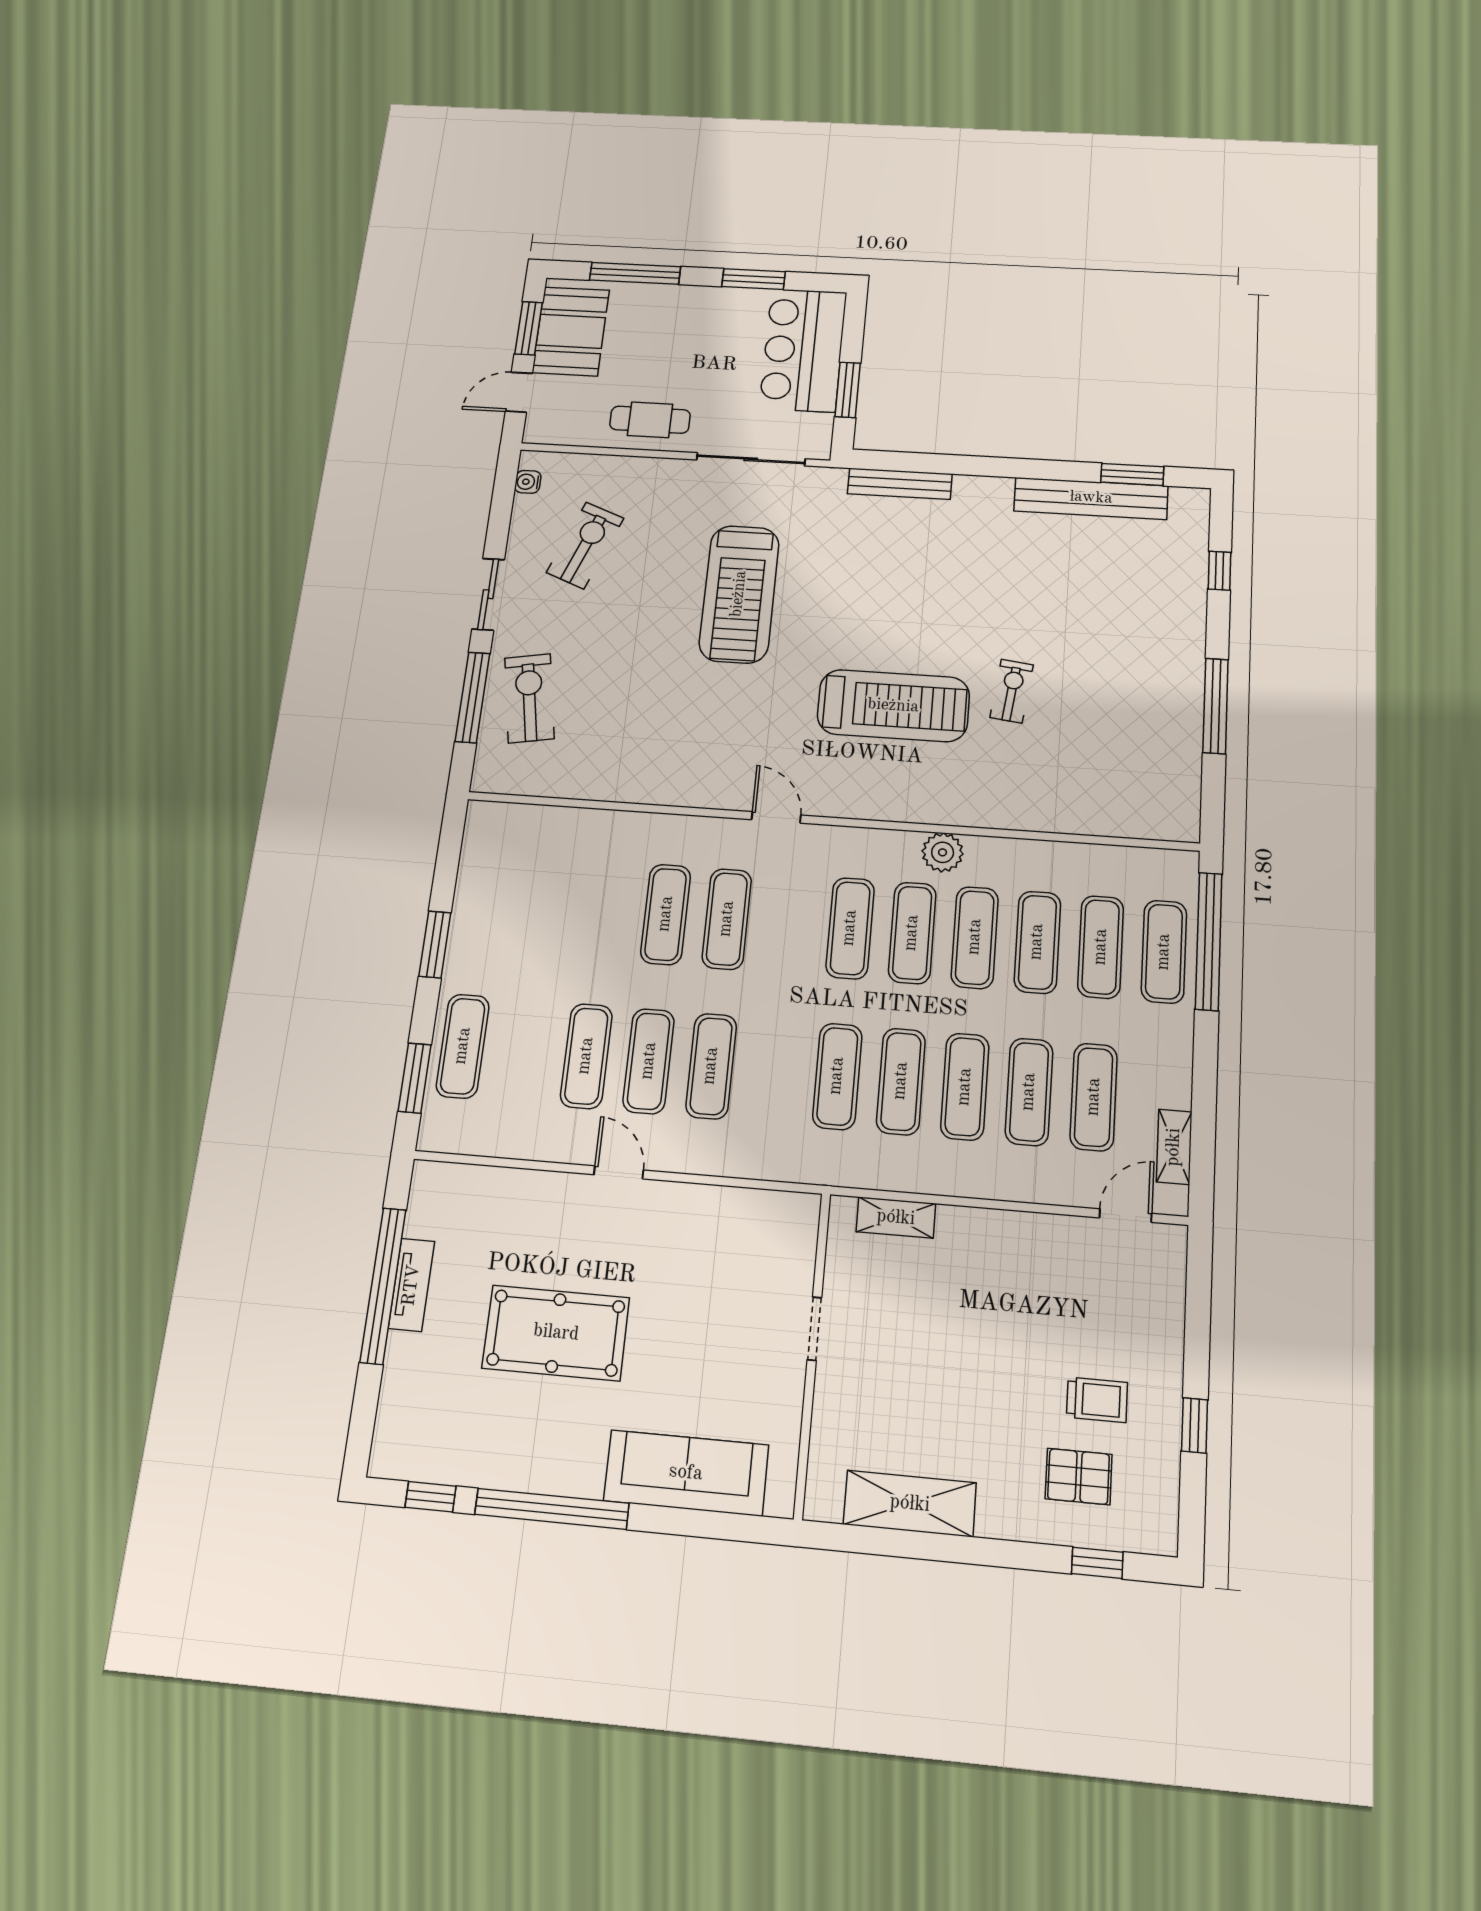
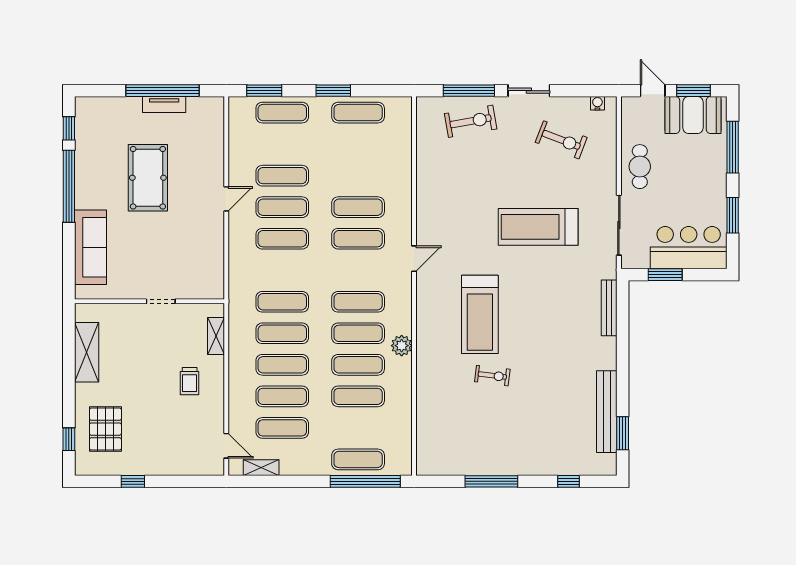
exercise mat: (1101, 947) -> (358, 113), moved
trolley: (1097, 1400) -> (190, 381), moved
pallet: (1079, 1477) -> (105, 429), width x1.50, depth x1.42

